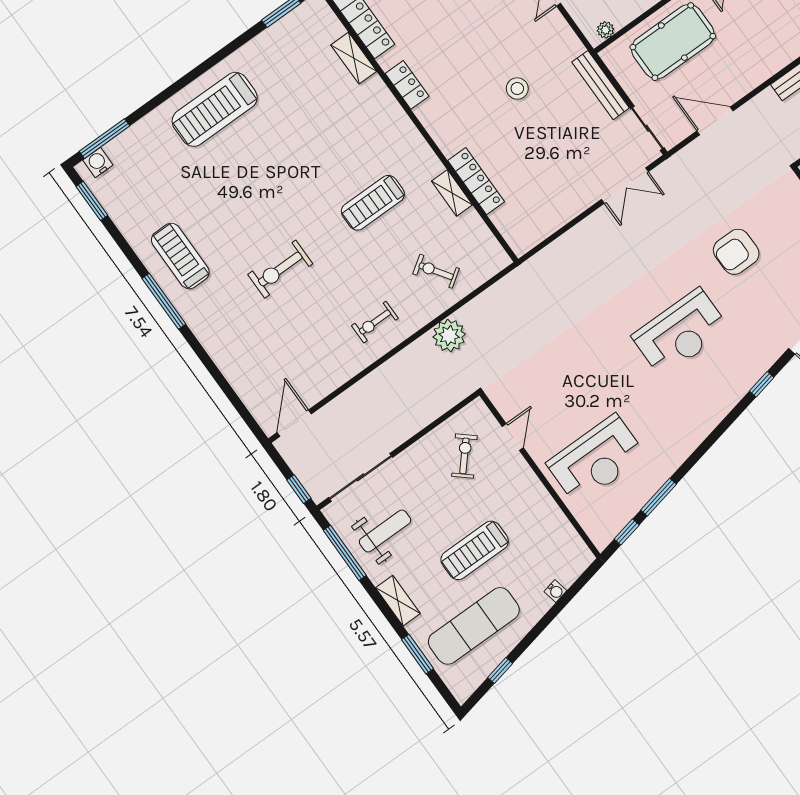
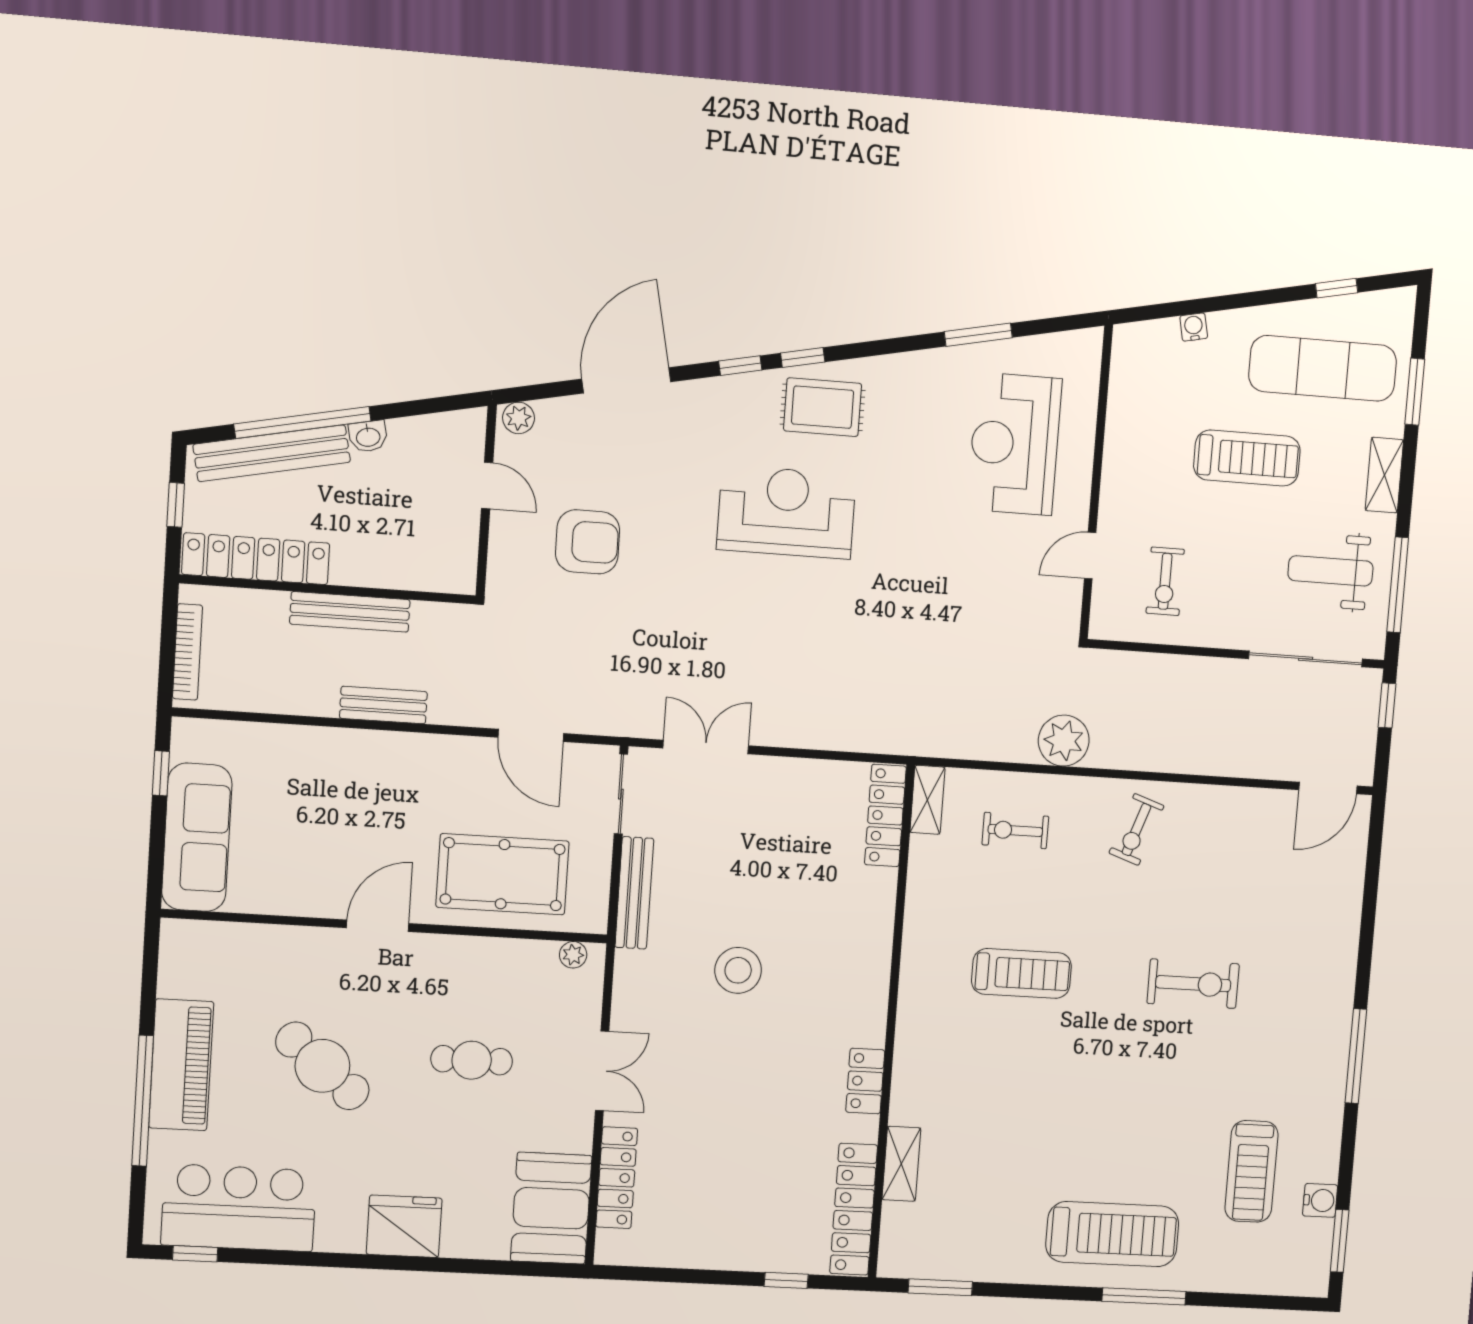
stool: (517, 88) -> (738, 970), width x1.38, depth x1.38
window: (105, 139) -> (1144, 1296), moved
water cooler: (98, 163) -> (1320, 1200), moved, turned -90
locker: (476, 181) -> (885, 815), moved
shelving: (452, 193) -> (927, 800), moved
armchair: (736, 252) -> (588, 542), moved
treadmill: (180, 256) -> (1251, 1171), moved
exercise bike: (436, 271) -> (1015, 831), turned 124
exercise bike: (375, 322) -> (1136, 830), turned 109
rug: (705, 398) -> (823, 407), added
exercise bike: (464, 456) -> (1165, 581), turned -41
reception desk: (596, 460) -> (1015, 444), turned -90
window: (627, 532) -> (803, 357), moved

